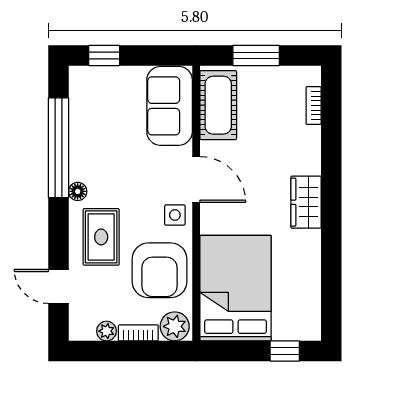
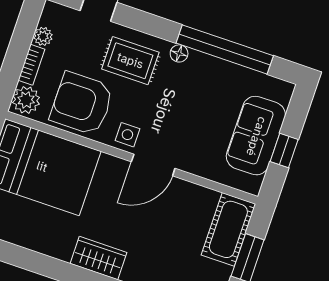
window: (104, 55) -> (284, 150), moved
cot: (218, 105) -> (228, 229), moved, turned 90
sofa: (170, 106) -> (256, 136), moved, turned -90

